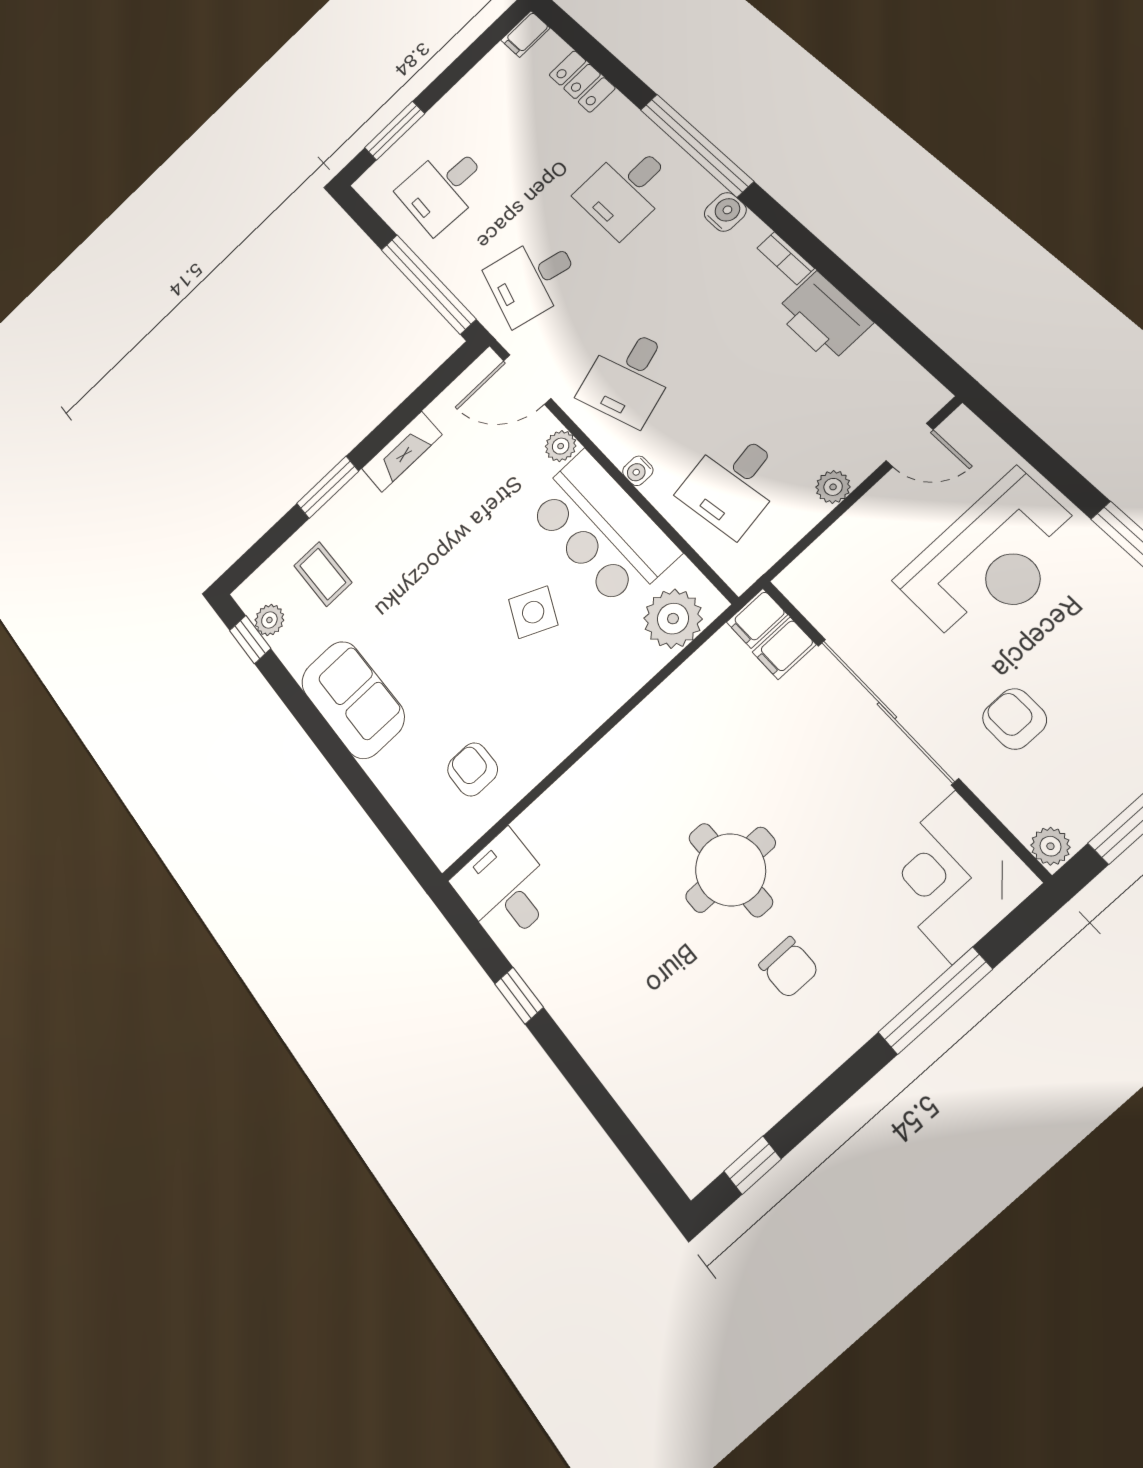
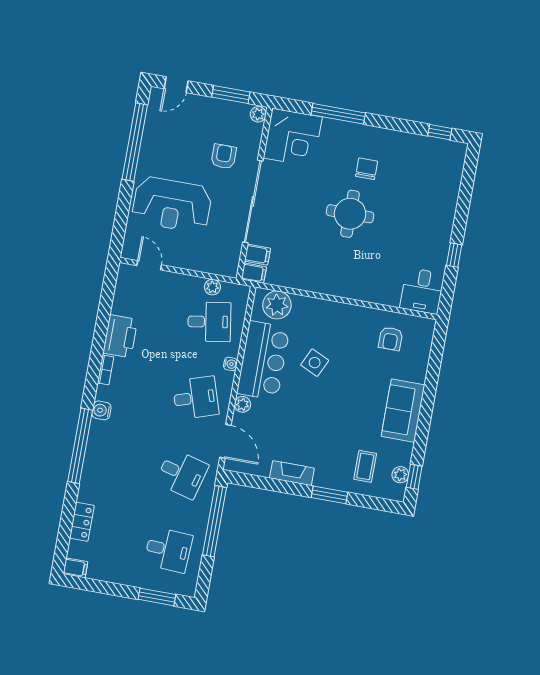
desk: (625, 190) -> (118, 462), removed
plant: (833, 487) -> (212, 287), moved
reception desk: (992, 560) -> (172, 205), turned 180
armchair: (1014, 719) -> (224, 156), turned 180

